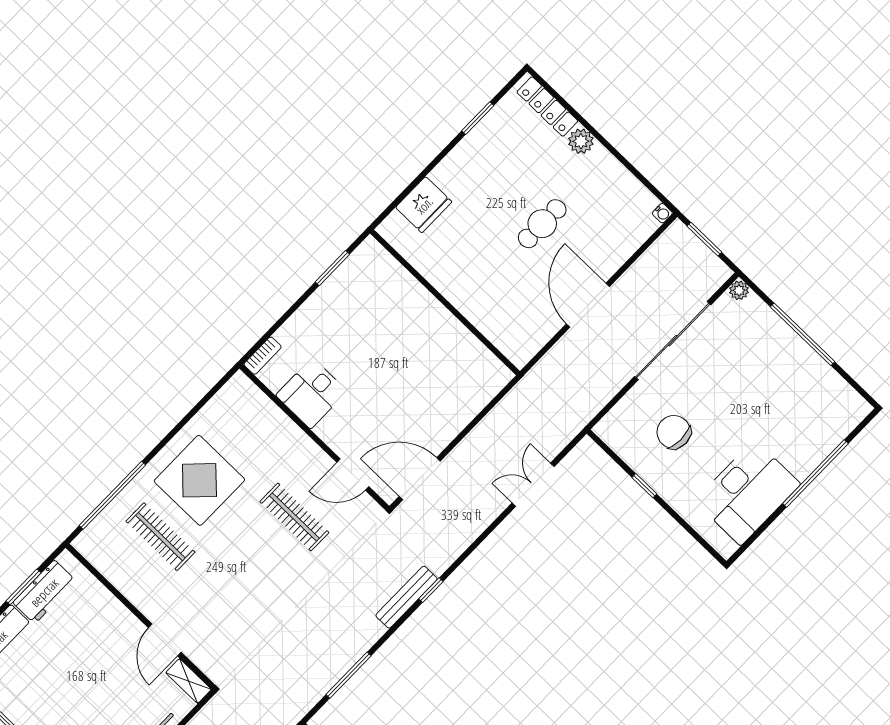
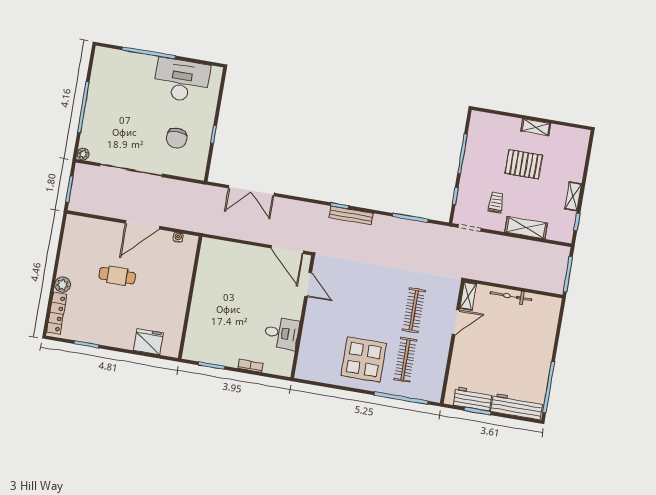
water cooler: (662, 213) -> (178, 237), moved
bookcase: (263, 356) -> (251, 366), moved
double door: (533, 485) -> (251, 191), width x1.37
clothes rail: (294, 517) -> (414, 310), moved

